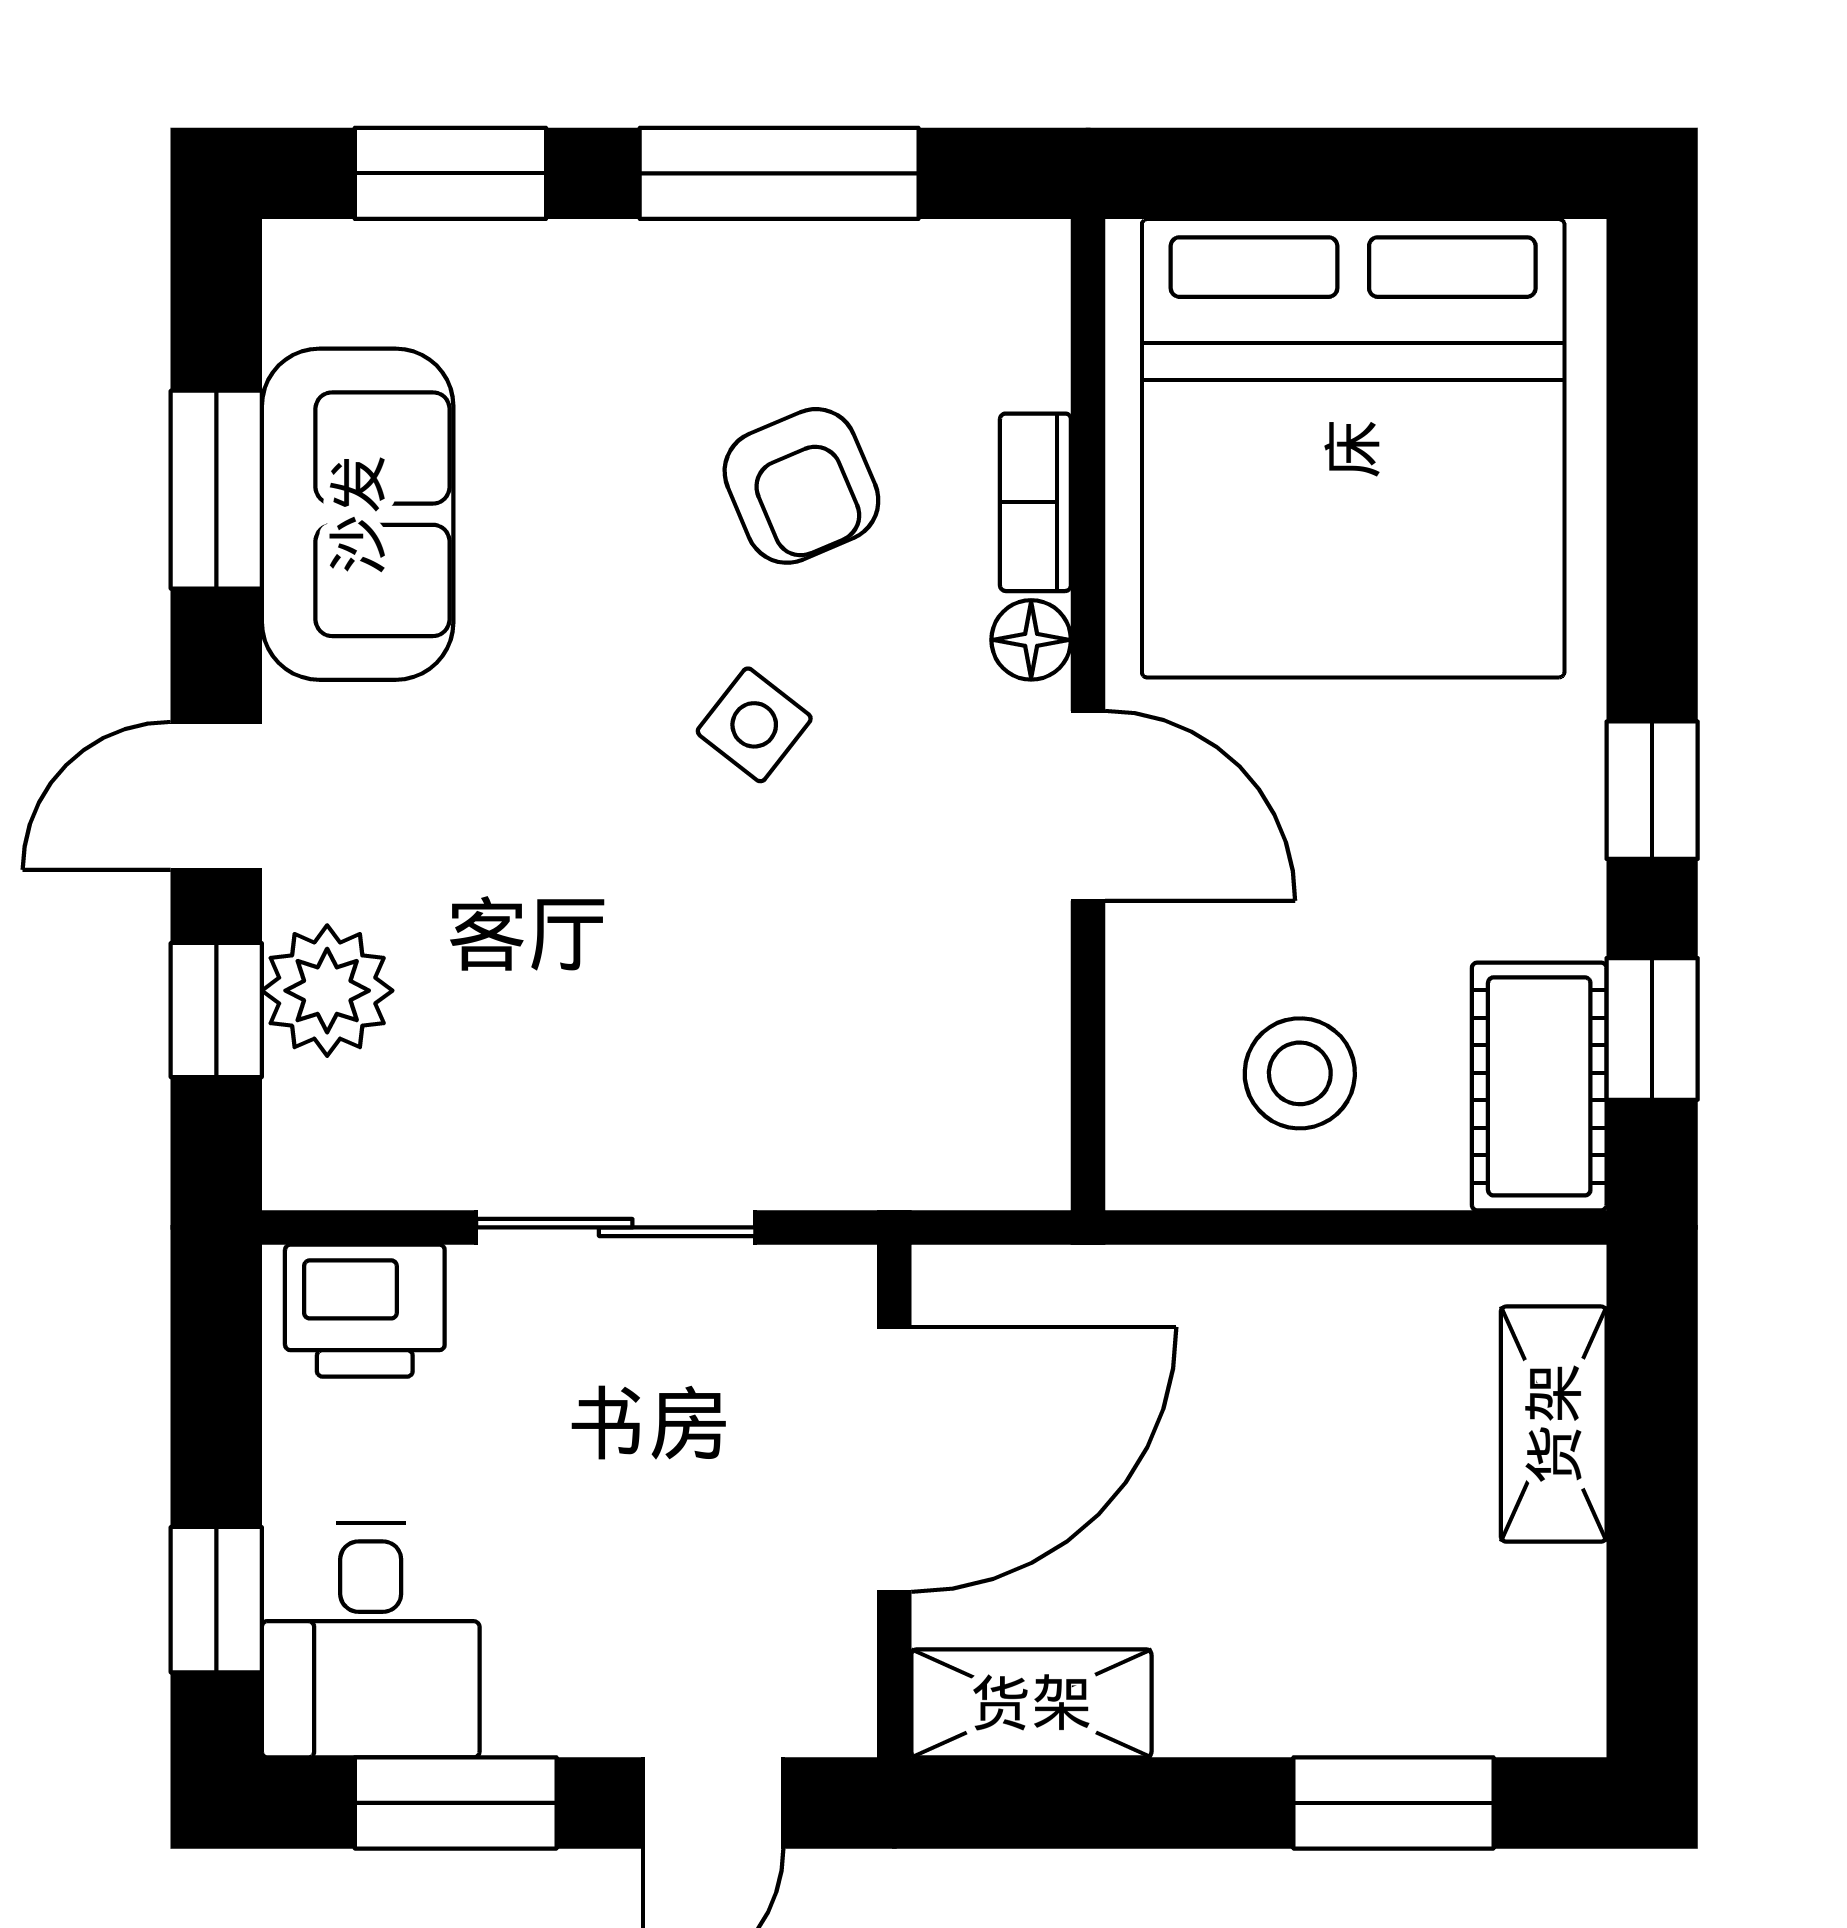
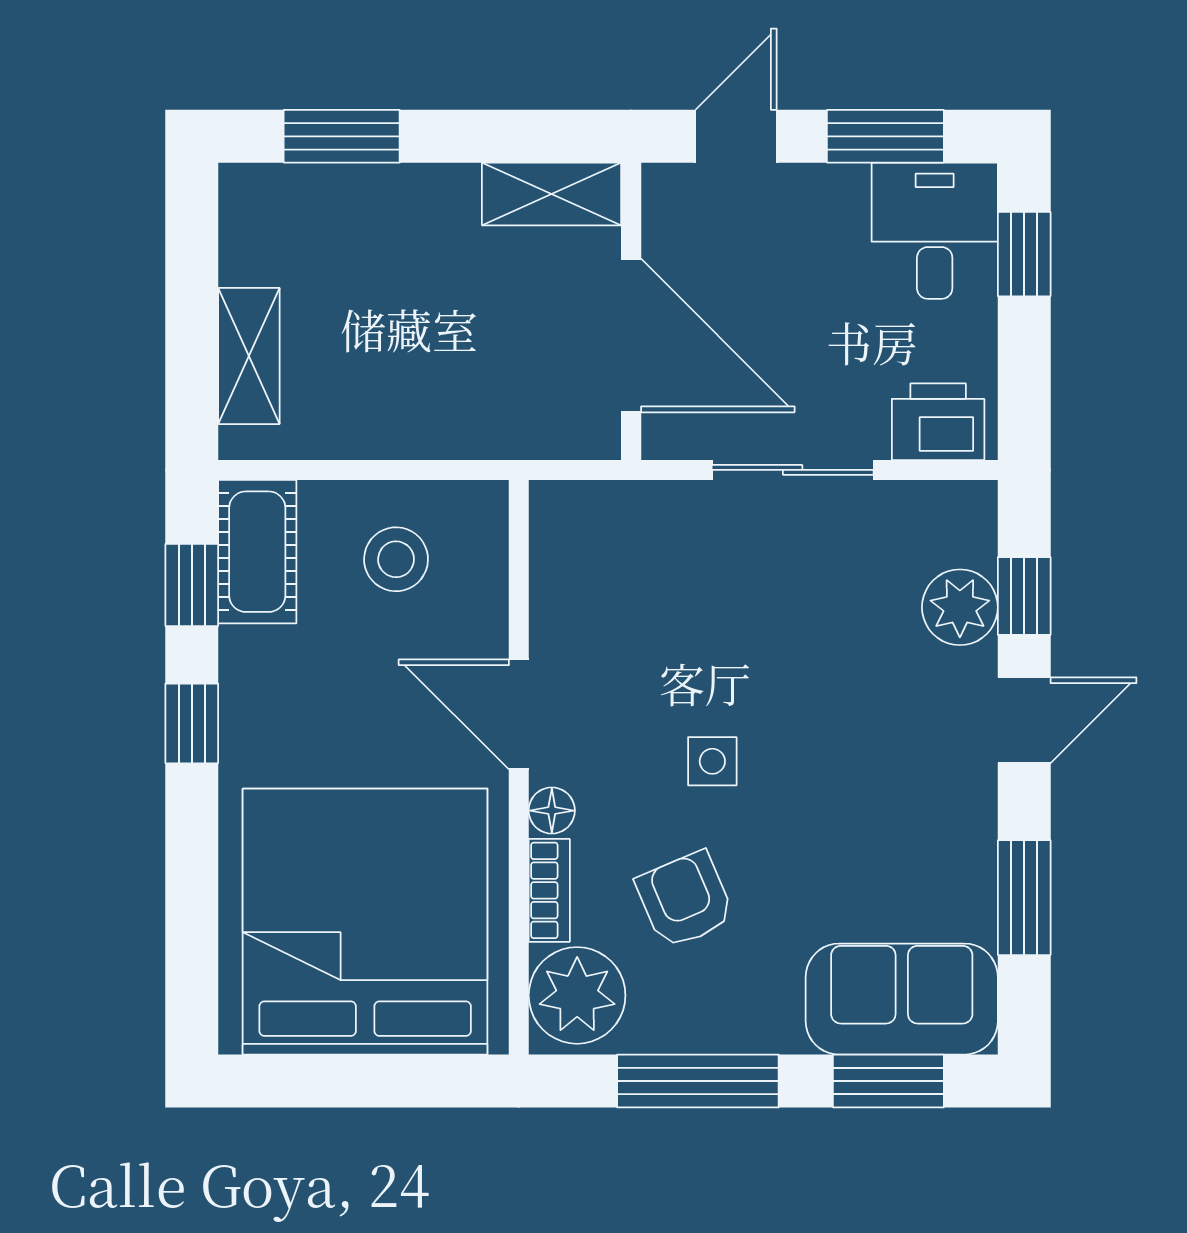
plant: (988, 321) -> (577, 995), added
sofa: (358, 514) -> (902, 999), moved, turned 90
side table: (754, 725) -> (712, 761), turned -38
door: (894, 1459) -> (631, 335), swing flipped

